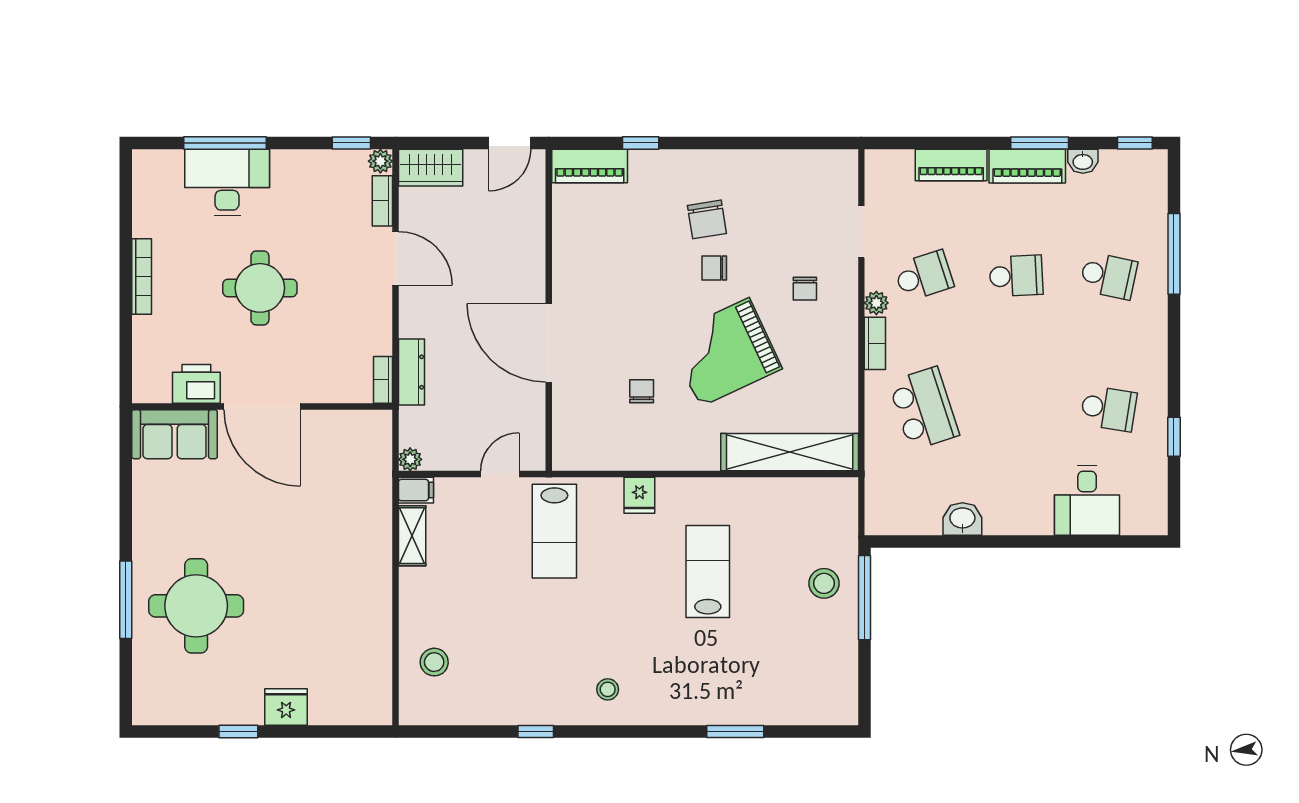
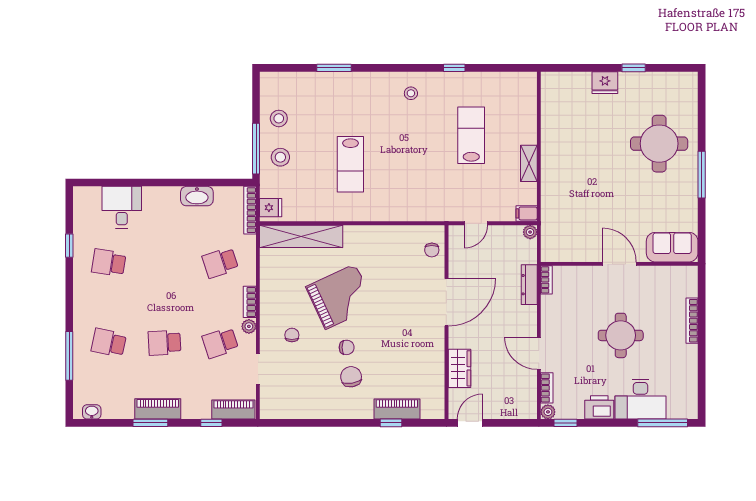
window: (225, 143) -> (663, 423), moved
window: (1135, 143) -> (211, 423), moved
washbasin: (1083, 161) -> (92, 412), moved
piano: (951, 165) -> (233, 410), moved
piano: (590, 166) -> (397, 409), moved
wardrobe: (431, 168) -> (459, 368), moved, turned 90
bookcase: (142, 277) -> (692, 321), moved
door: (549, 343) -> (446, 302), hinge flipped
printer: (196, 384) -> (599, 407), moved, turned 180
chair: (642, 391) -> (432, 250), moved
door: (262, 407) -> (619, 264), width x0.73
school desk: (924, 409) -> (220, 263), width x0.54
fridge: (639, 495) -> (271, 208), moved, turned 90
bookcase: (875, 496) -> (250, 210), added
washbasin: (962, 519) -> (197, 196), width x1.38
lab bench: (554, 531) -> (471, 135), moved
shelving: (412, 536) -> (529, 163), moved
window: (126, 600) -> (702, 175), moved
stool: (434, 662) -> (279, 118), moved

